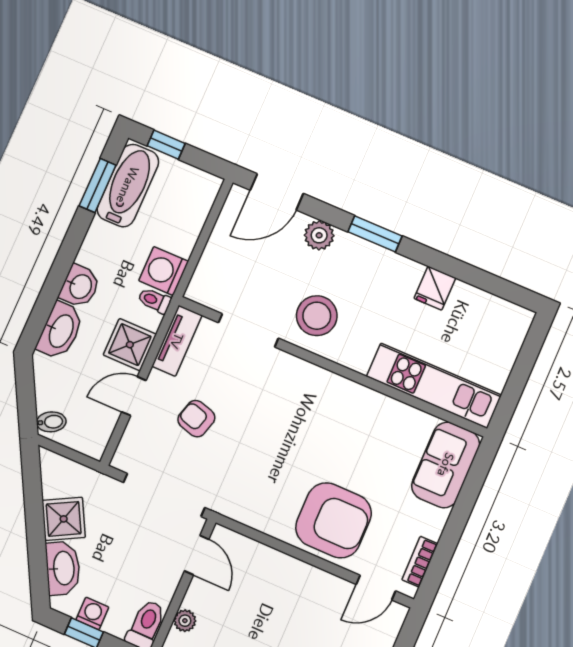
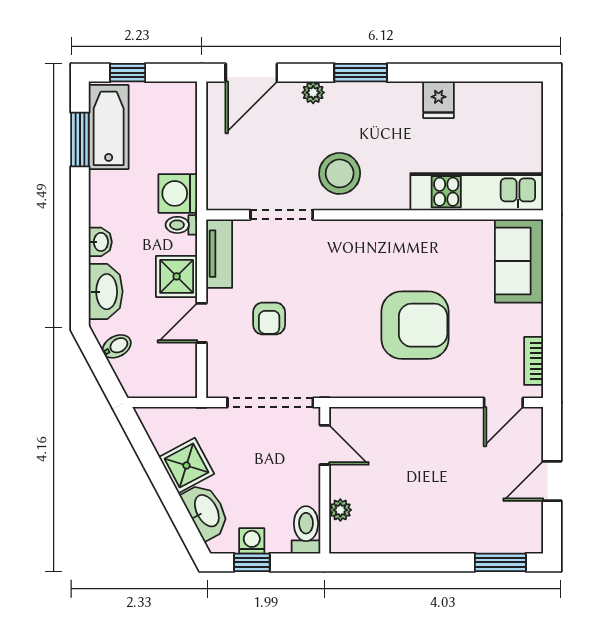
plant: (319, 235) -> (313, 93), width x0.73, depth x0.73
washbasin: (80, 286) -> (100, 242), width x0.72, depth x0.69
armchair: (196, 419) -> (269, 319), turned -106
bidet: (51, 422) -> (117, 346), moved
armchair: (334, 520) -> (415, 325), moved

